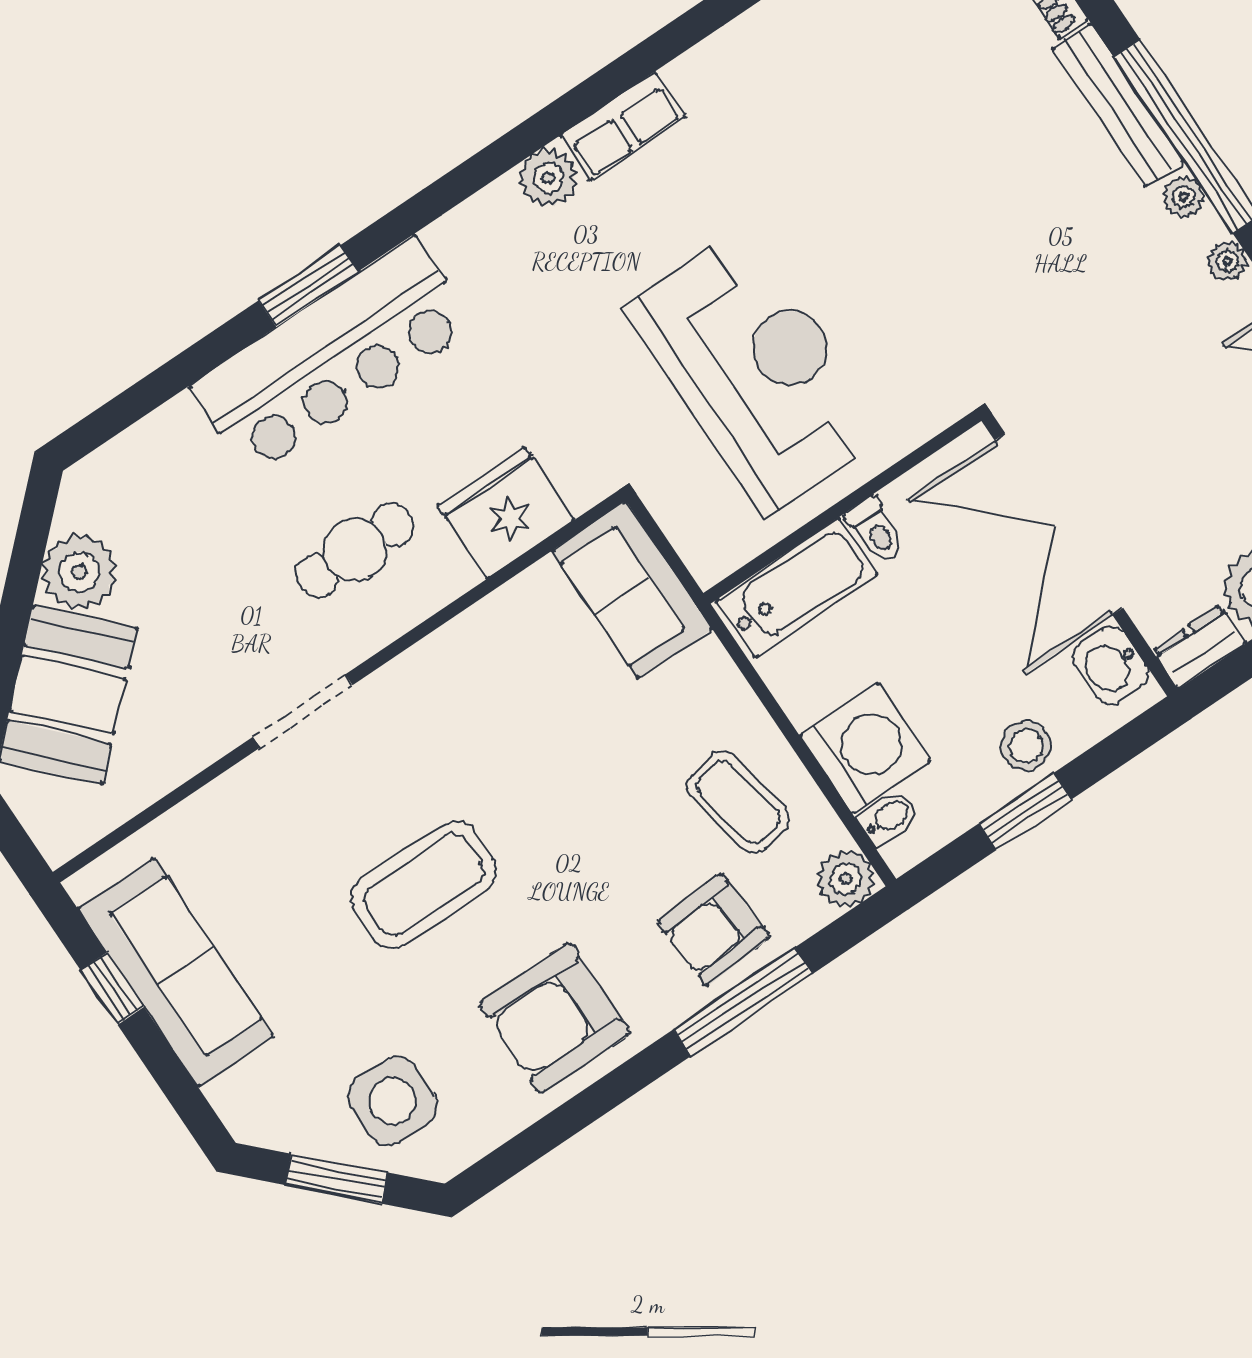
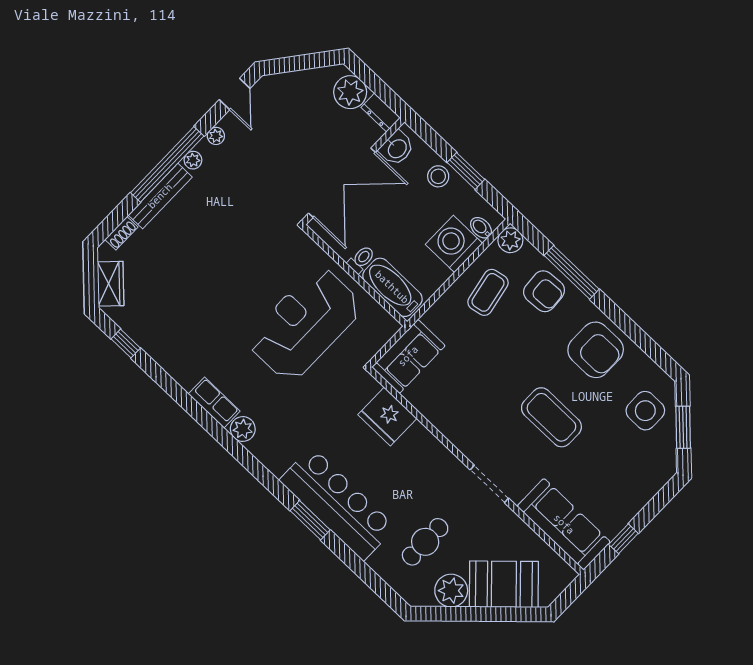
cafe table: (355, 550) -> (425, 542), moved, turned 90
sofa: (176, 972) -> (564, 524), moved, turned 90

